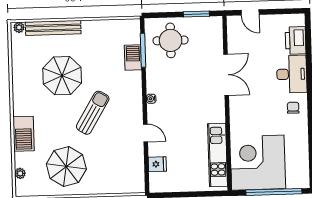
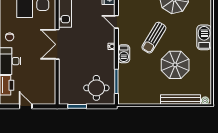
door: (250, 12) -> (26, 106), moved
barbecue: (133, 58) -> (124, 54), moved
double door: (226, 75) -> (57, 44), moved
barbecue: (23, 134) -> (204, 37), moved

